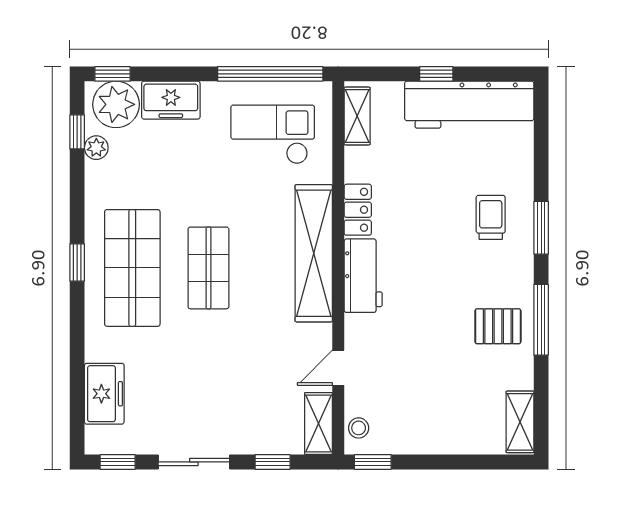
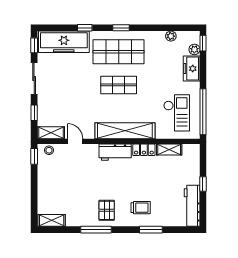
plant: (116, 104) -> (194, 49), width x0.53, depth x0.53
workbench: (469, 105) -> (192, 206), width x0.73, depth x0.76
shelving: (357, 116) -> (169, 150), moved
window: (77, 132) -> (85, 28), moved
window: (541, 228) -> (151, 230), moved
pallet: (498, 326) -> (107, 210), moved
freezer: (104, 394) -> (64, 42), width x1.91, depth x1.26

